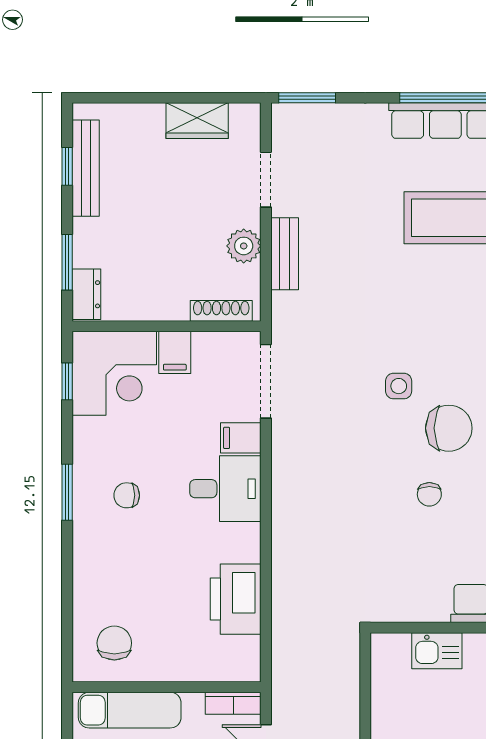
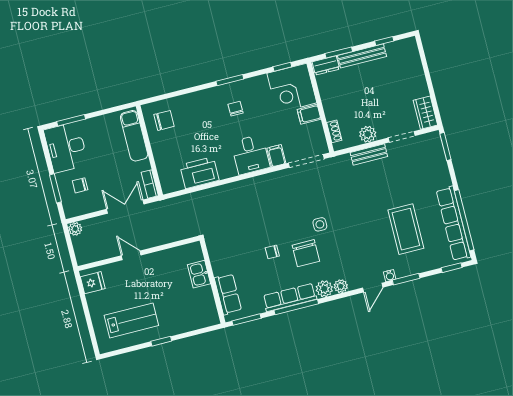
wardrobe: (197, 121) -> (425, 113), moved
bench: (86, 168) -> (362, 56), moved
shoe rack: (221, 311) -> (334, 131), width x0.70

